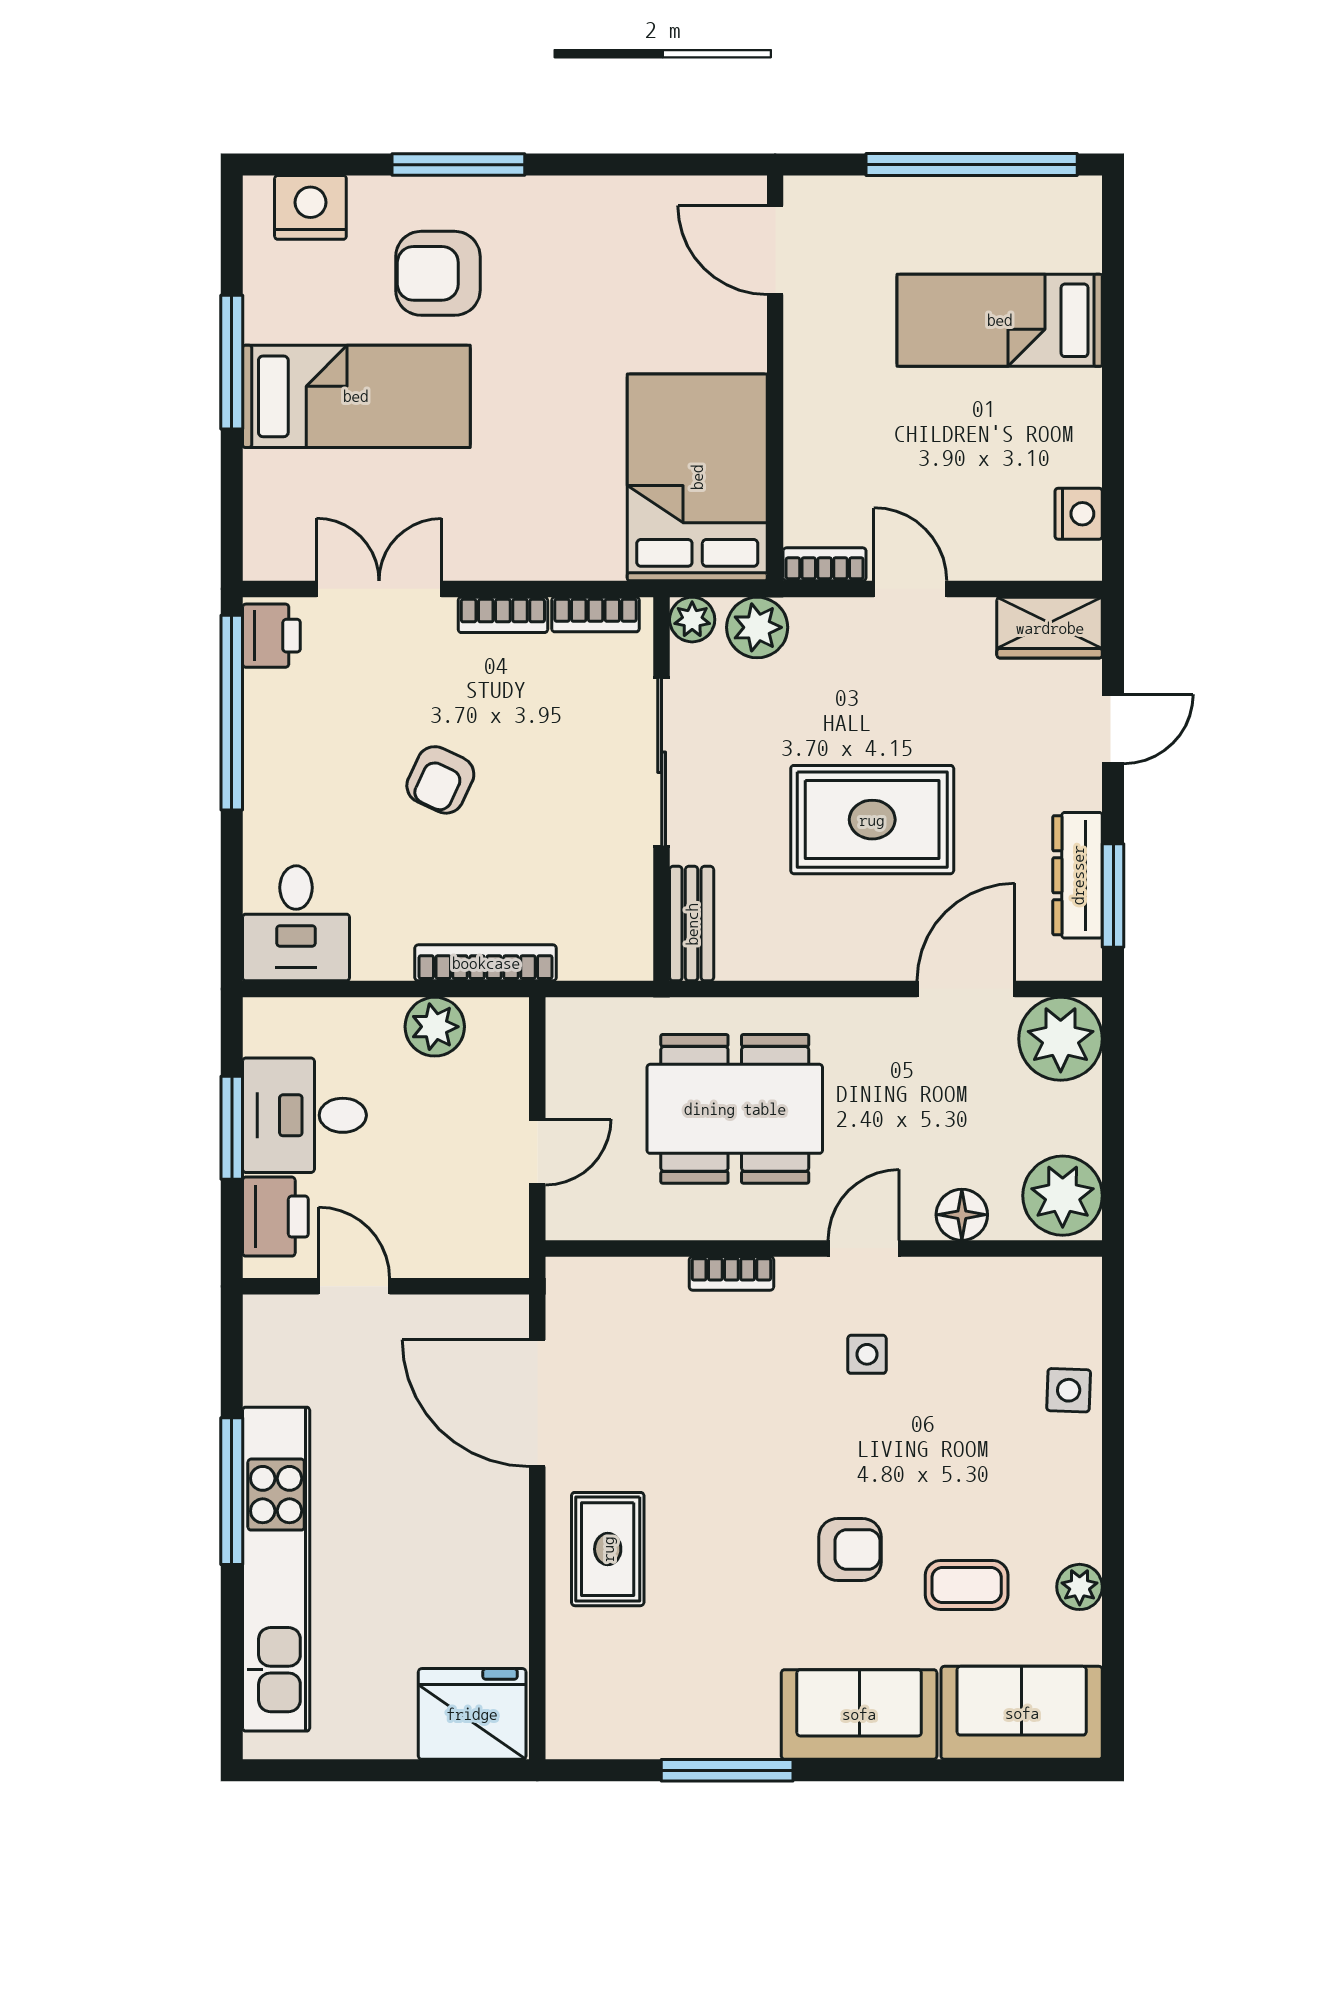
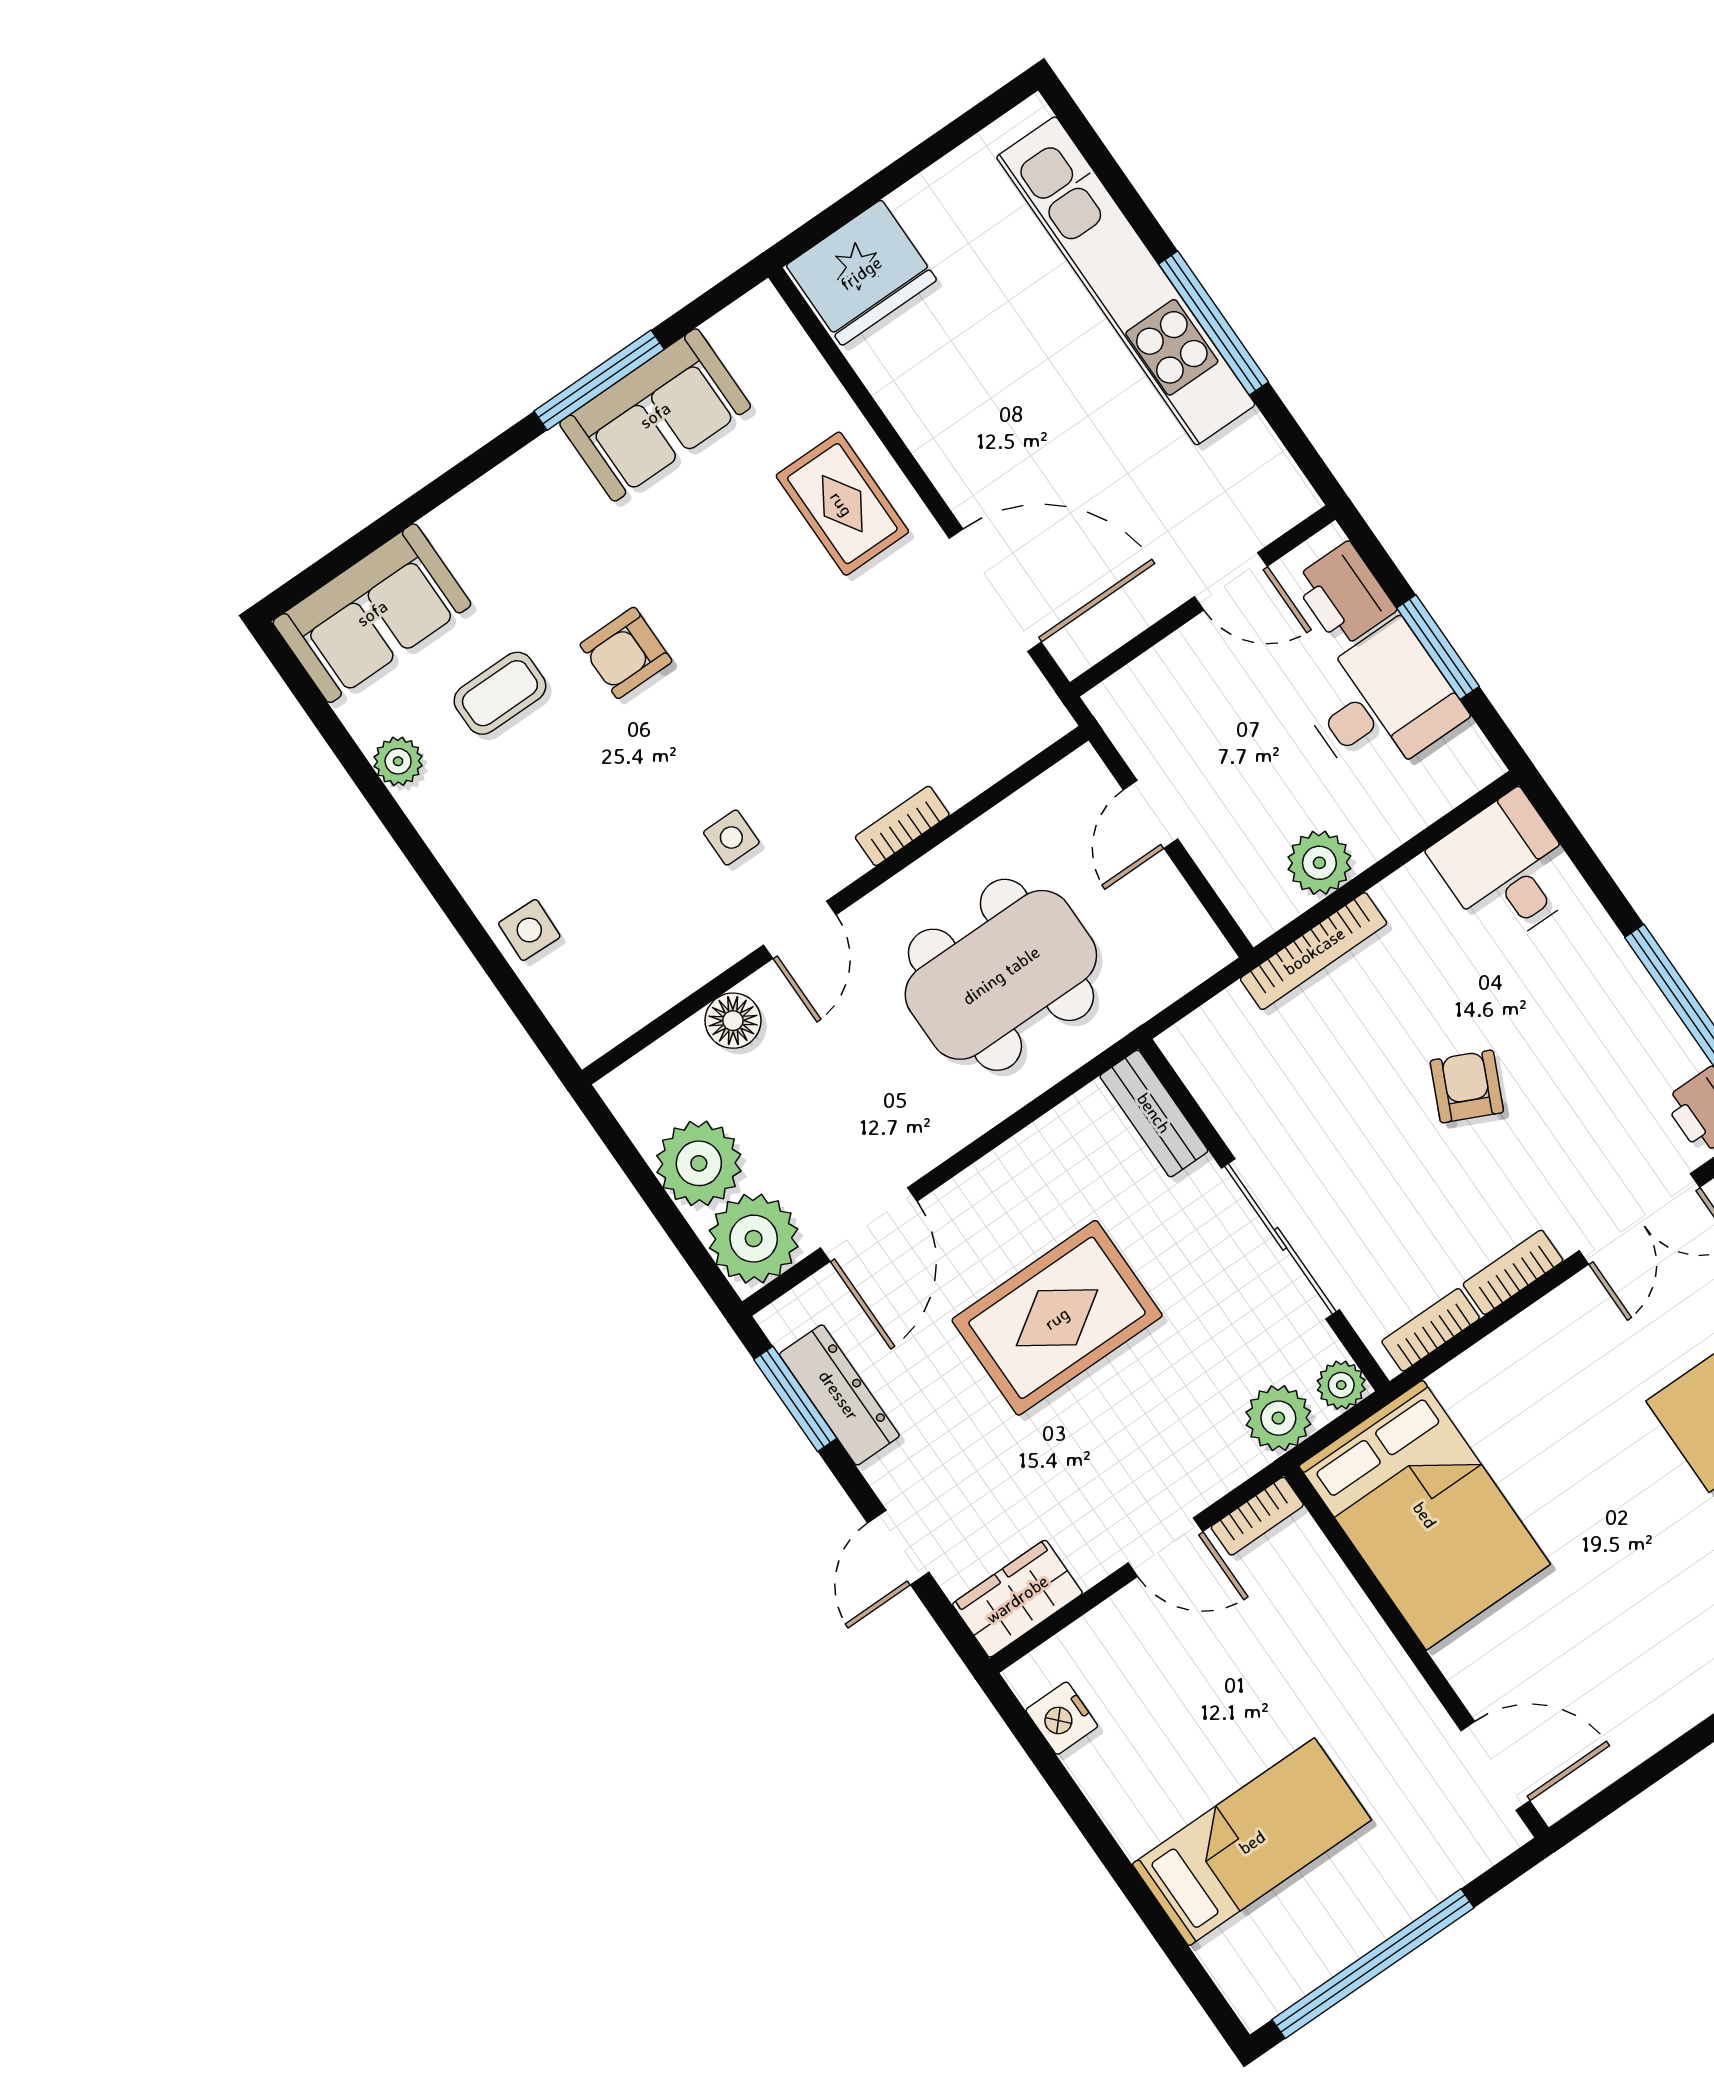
plant: (1063, 1196) -> (699, 1163), moved
sofa: (859, 1714) -> (655, 415), moved

